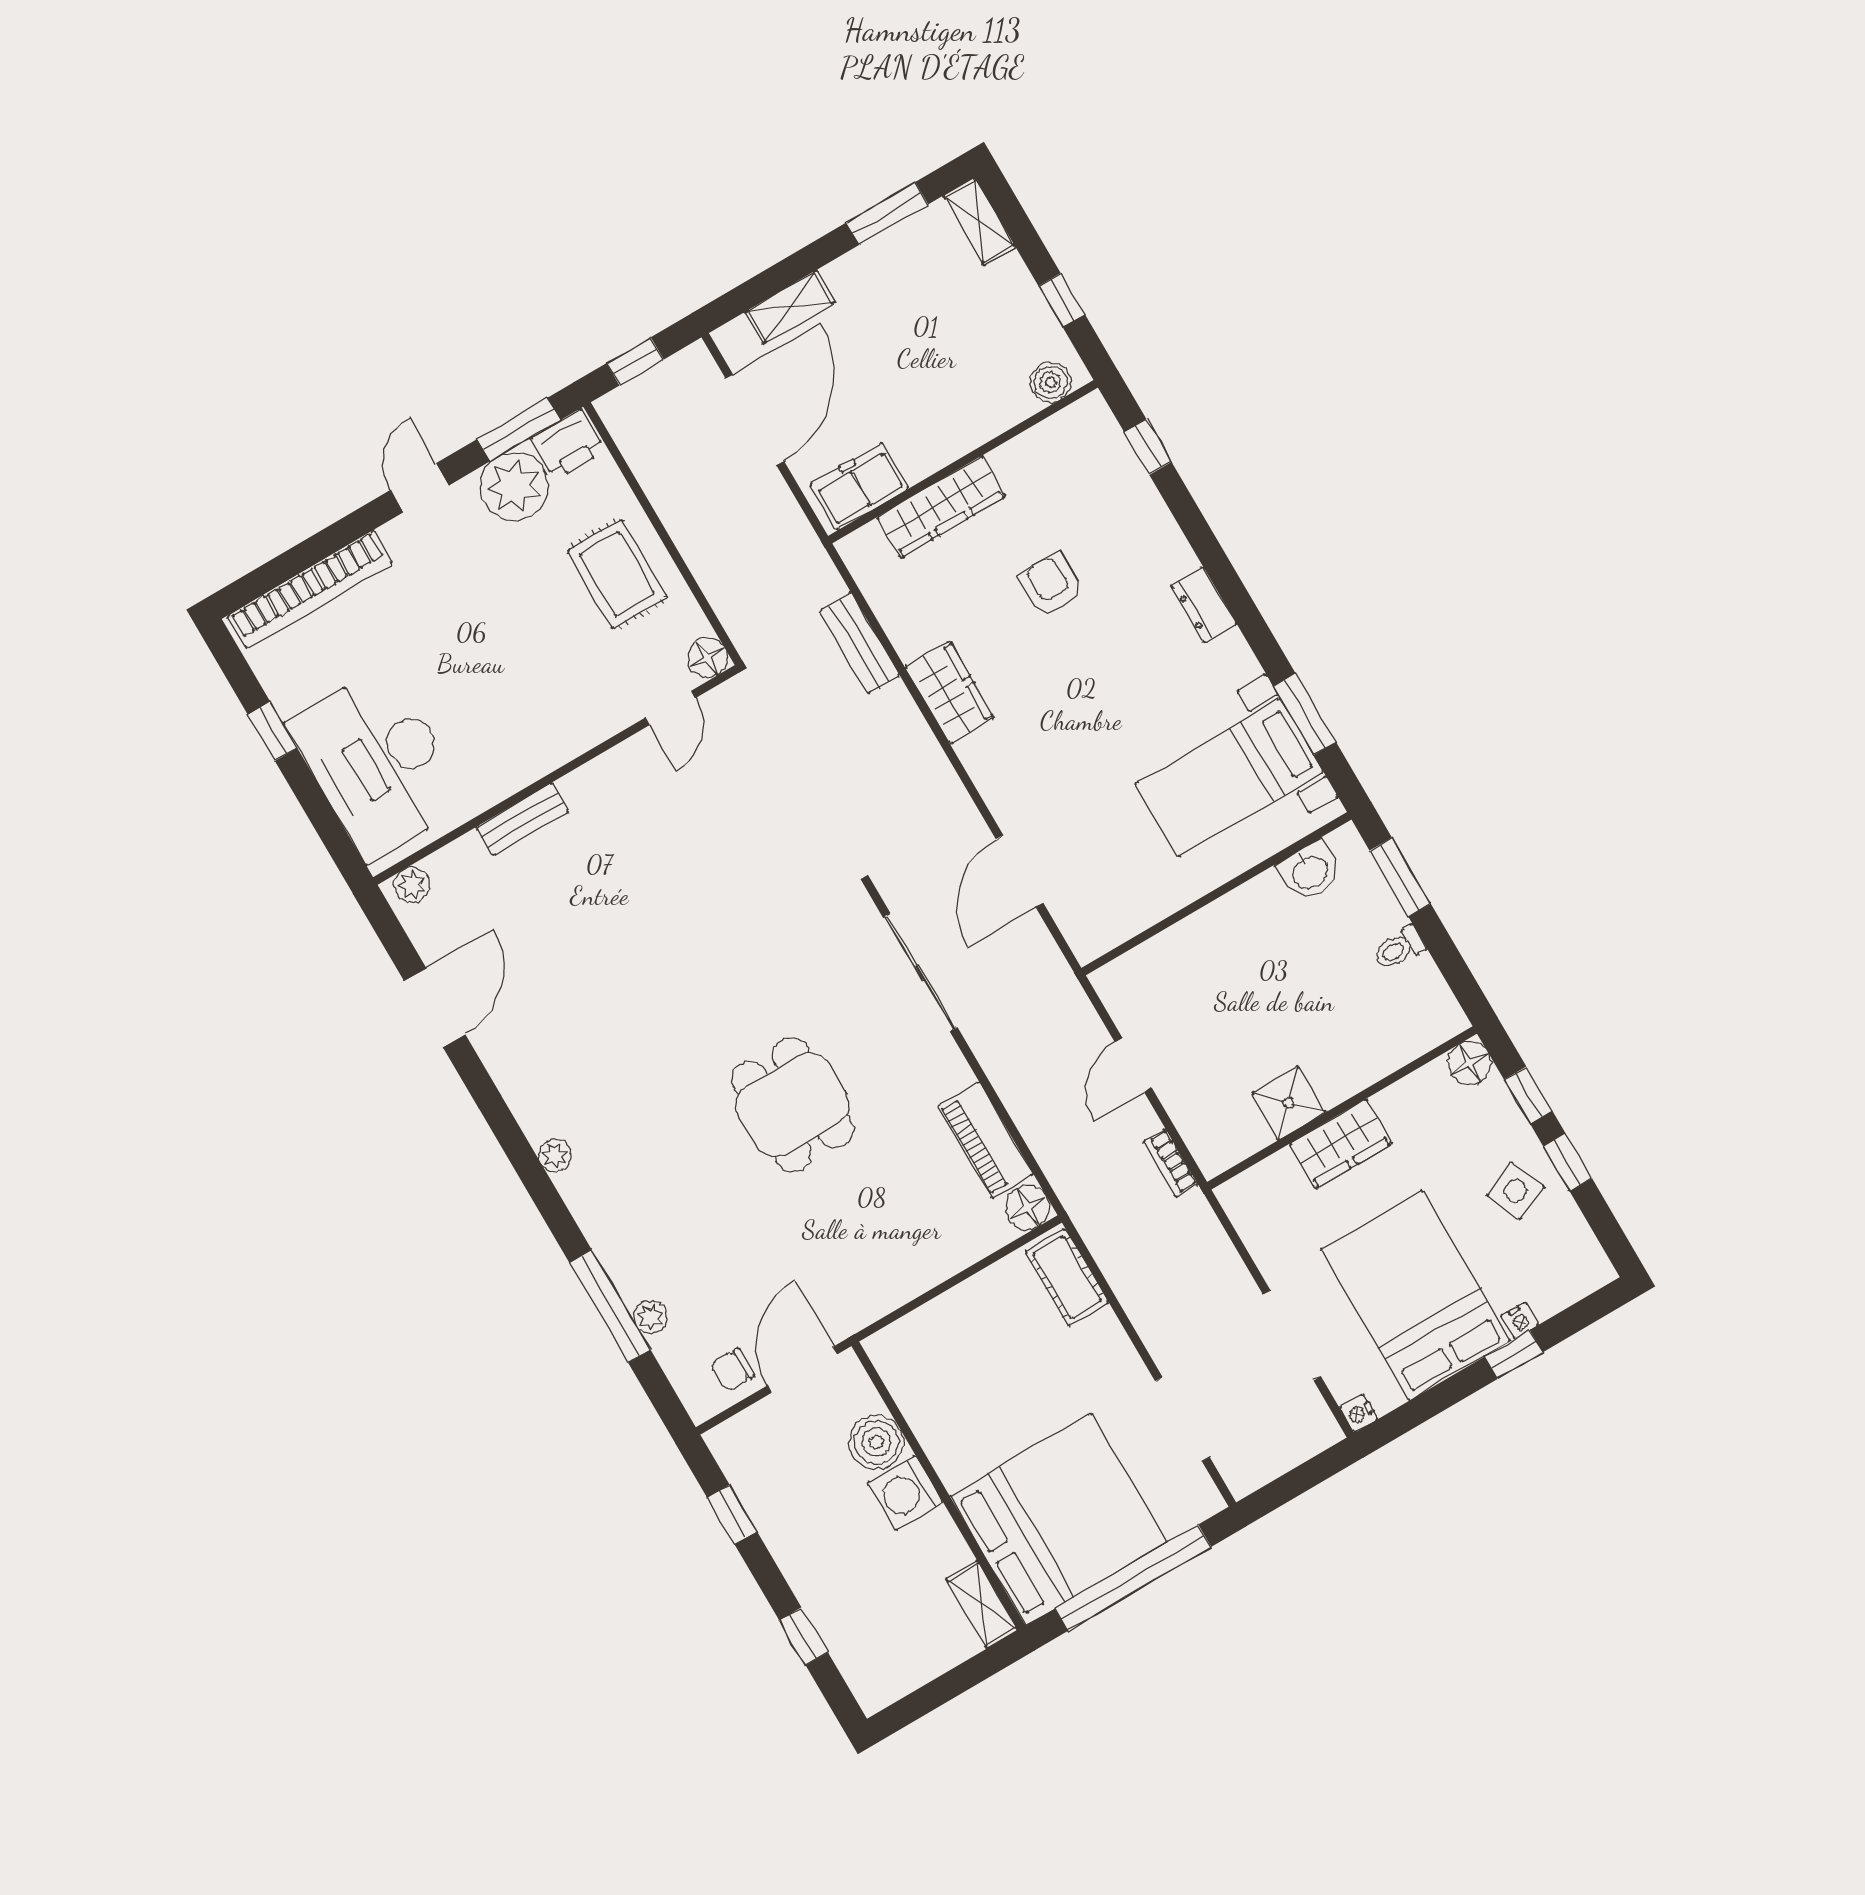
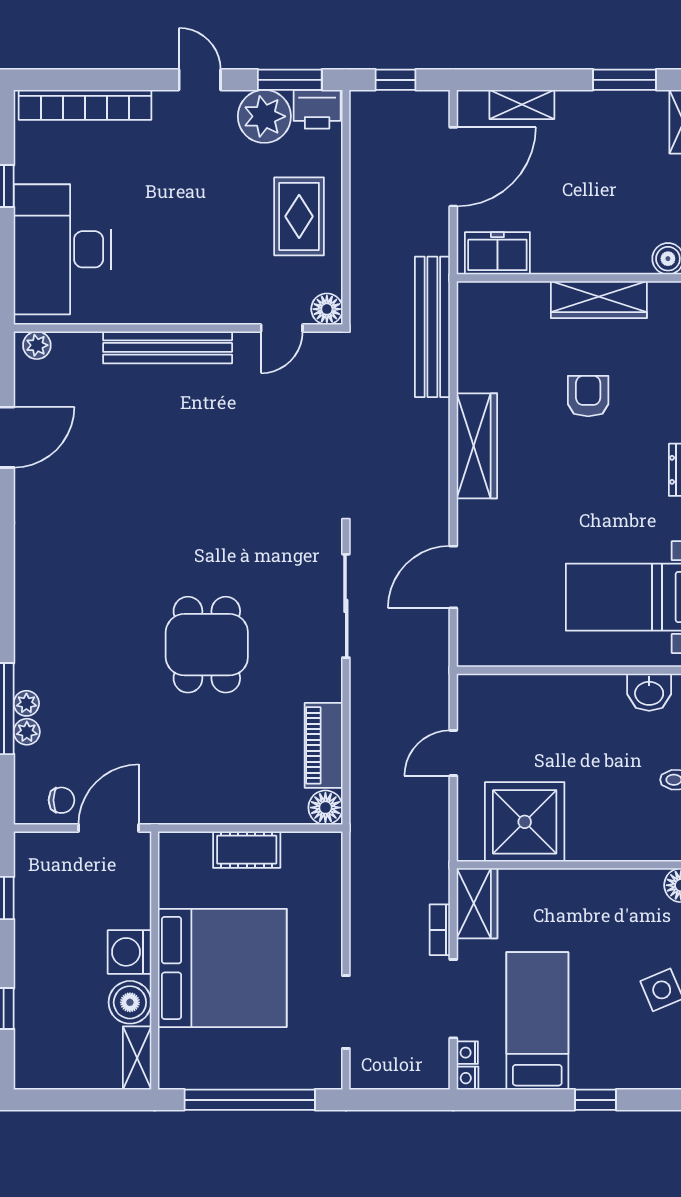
door: (420, 488) -> (200, 80), hinge flipped
wardrobe: (941, 507) -> (599, 300), moved
bench: (860, 643) -> (432, 327), width x1.86, depth x1.21
wardrobe: (950, 692) -> (477, 446), width x1.50
bench: (522, 819) -> (168, 347), width x1.86, depth x1.21
shower: (1288, 1103) -> (525, 822), width x1.86, depth x1.86
wardrobe: (1341, 1144) -> (477, 903), moved, turned -90
plant: (555, 1155) -> (26, 703), moved
bookcase: (1171, 1163) -> (440, 930), moved
cot: (1067, 1277) -> (247, 850), moved, turned 90
bed: (1416, 1295) -> (537, 1021), width x0.67
nightstand: (1520, 1320) -> (467, 1053), moved, turned 90
chair: (733, 1370) -> (61, 800), turned 180
boiler: (876, 1442) -> (130, 1002), moved
bed: (1058, 1519) -> (222, 968), moved

